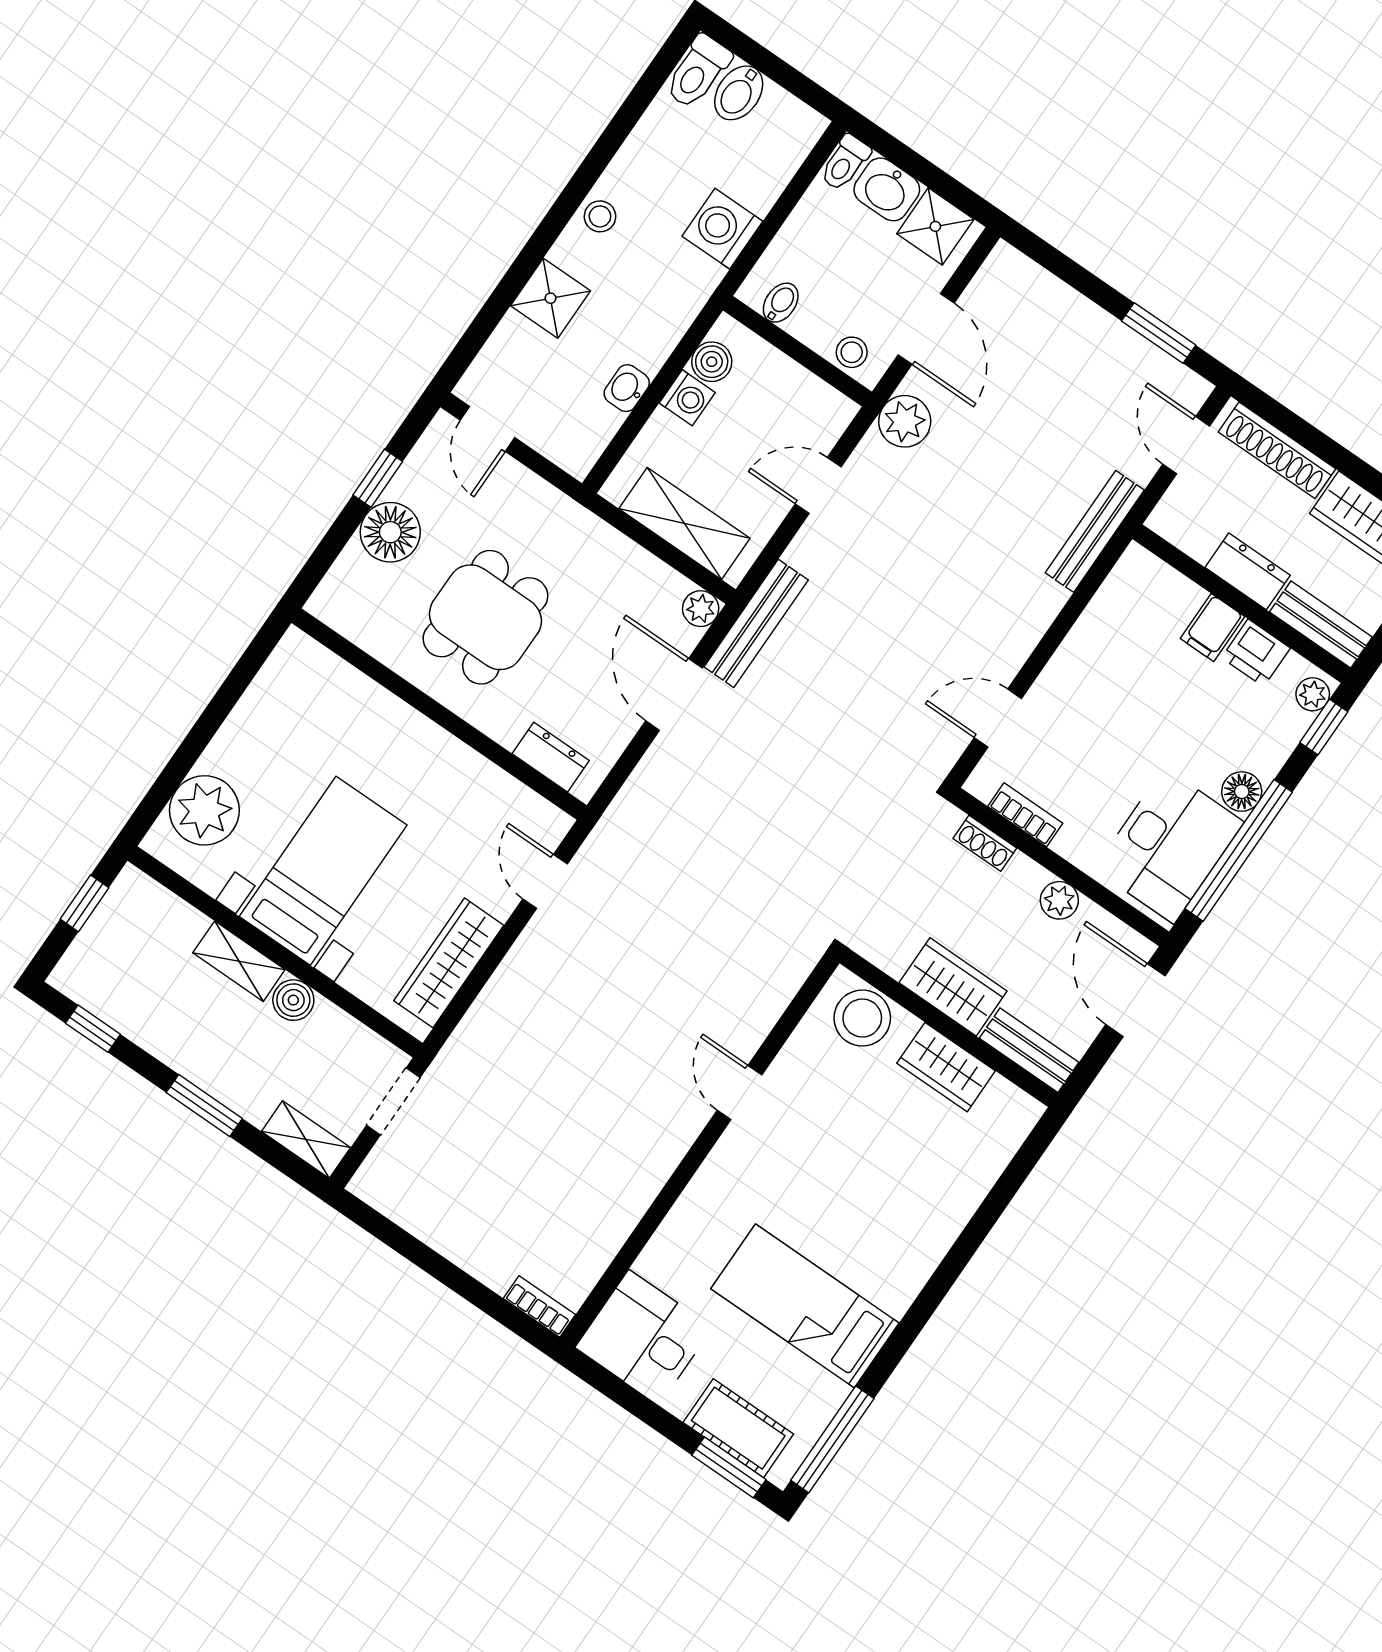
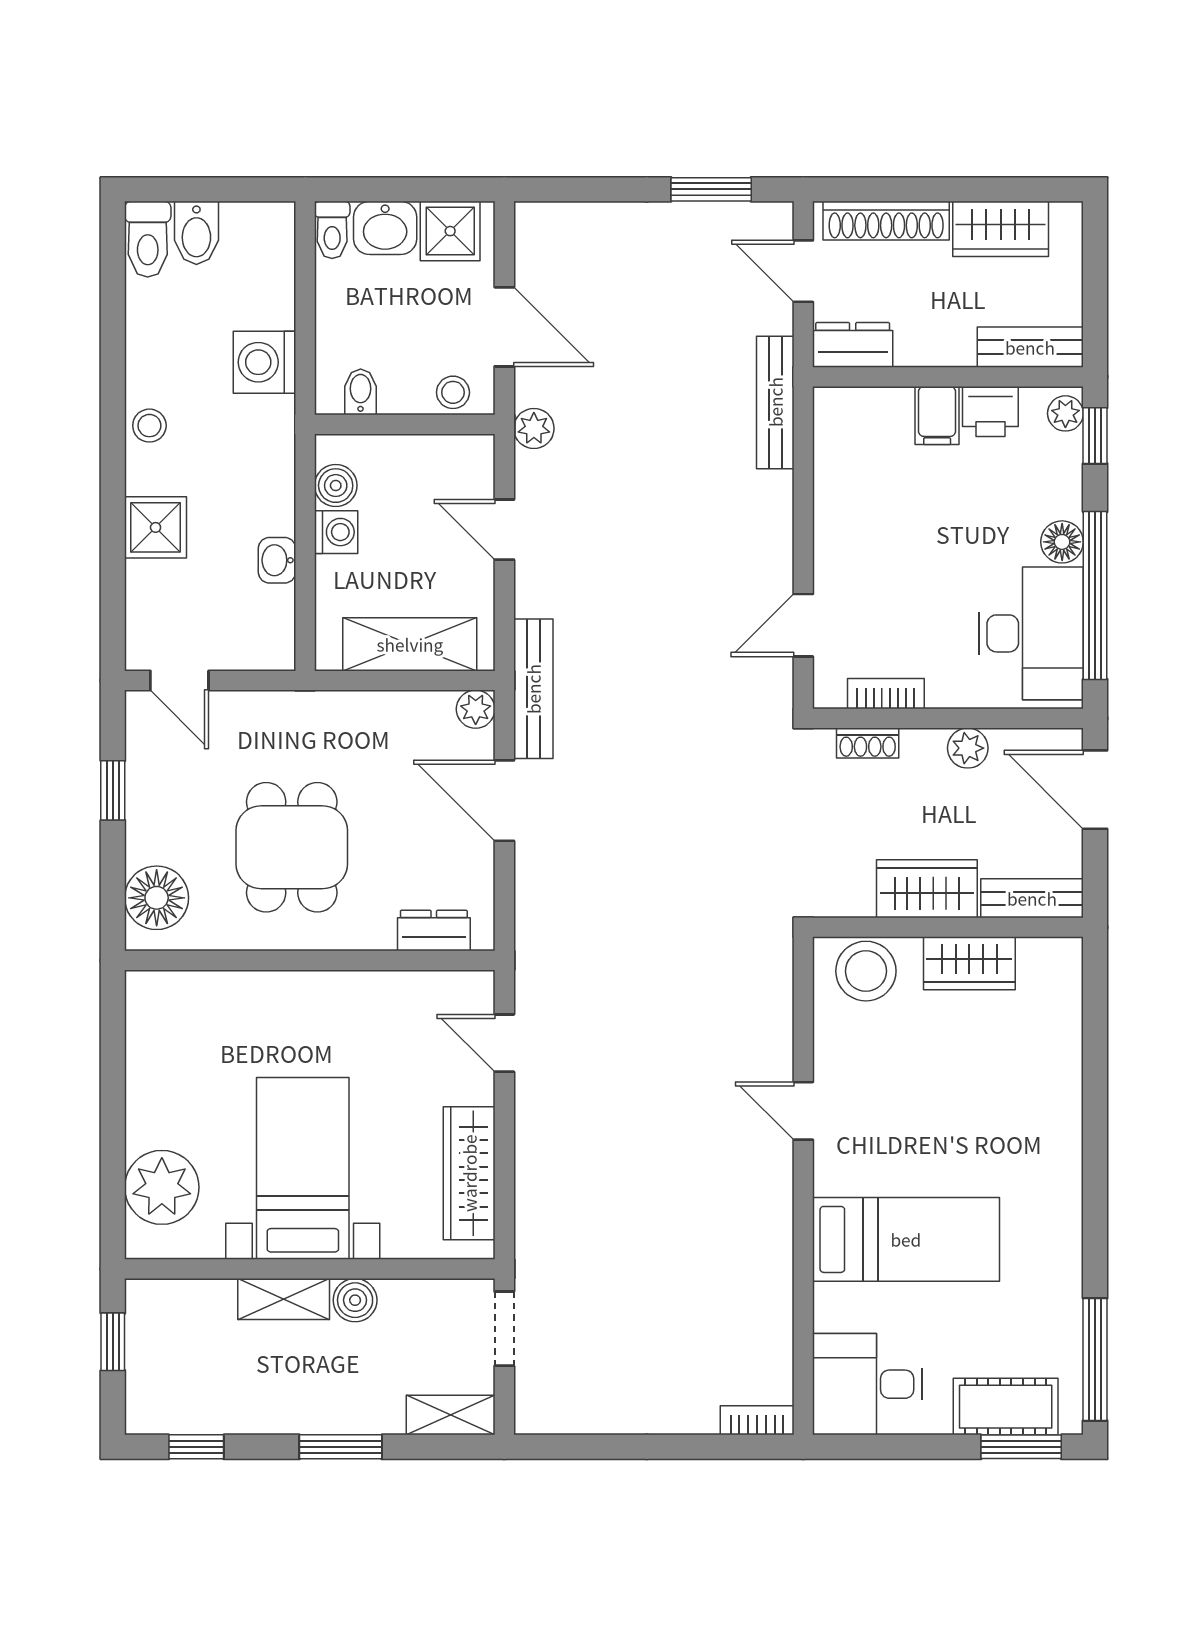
plant: (905, 421) -> (534, 428), width x0.73, depth x0.73
door: (818, 485) -> (504, 530), hinge flipped
floor lamp: (390, 532) -> (157, 898), moved
dresser: (1248, 571) -> (853, 345), moved
bed: (805, 1306) -> (906, 1239), moved, turned 180

